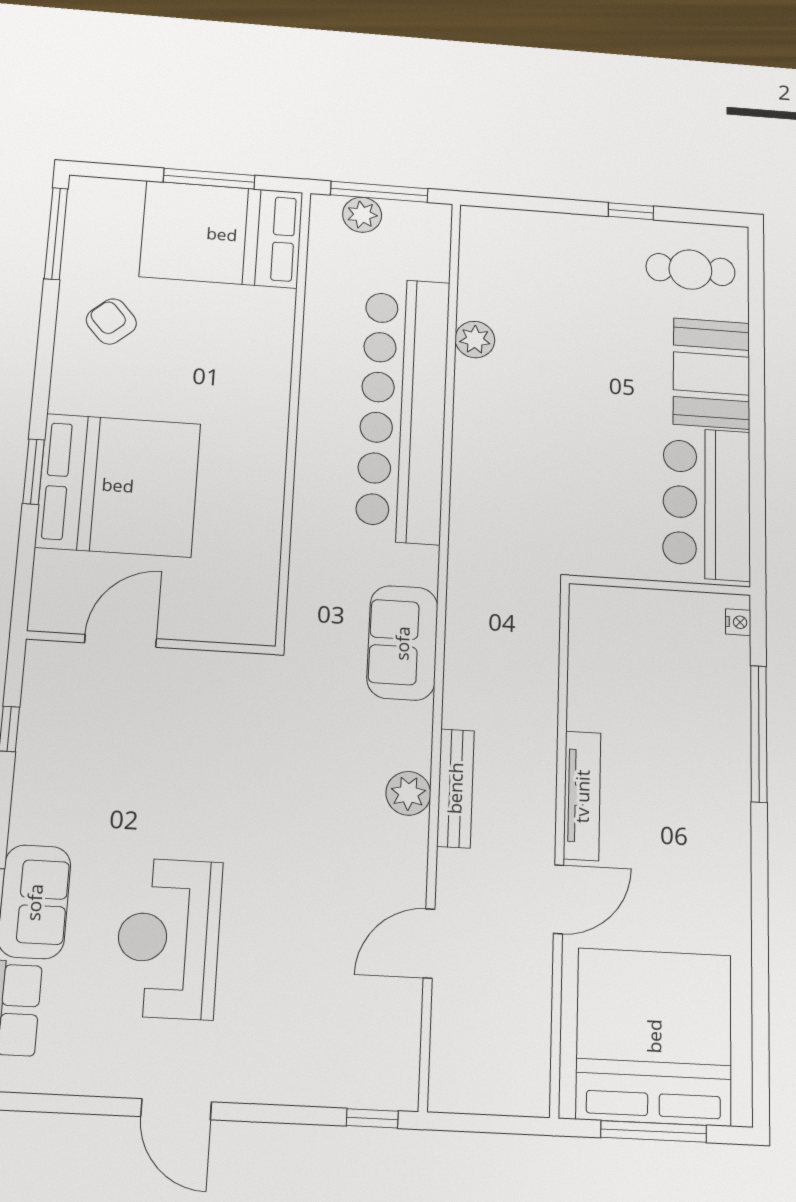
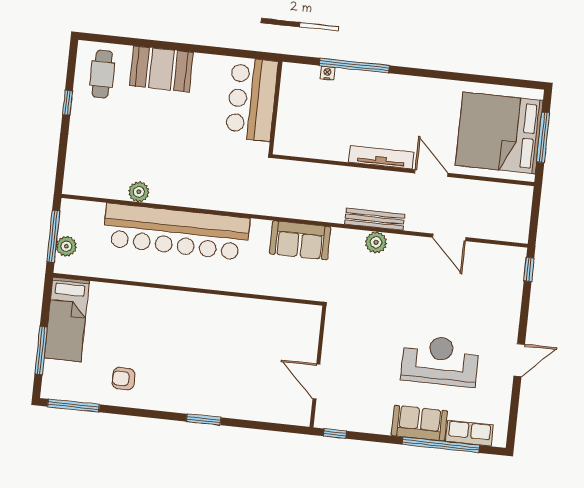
window: (209, 179) -> (41, 350), moved
bed: (222, 234) -> (67, 319), width x0.67
armchair: (111, 321) -> (123, 379), turned 41
bed: (118, 485) -> (212, 378), removed
bar counter: (707, 503) -> (252, 99), moved, turned 90
nightstand: (738, 622) -> (327, 73), moved
door: (121, 641) -> (316, 381), moved
wall: (151, 643) -> (318, 366), moved
reception desk: (168, 938) -> (440, 361), turned 180

